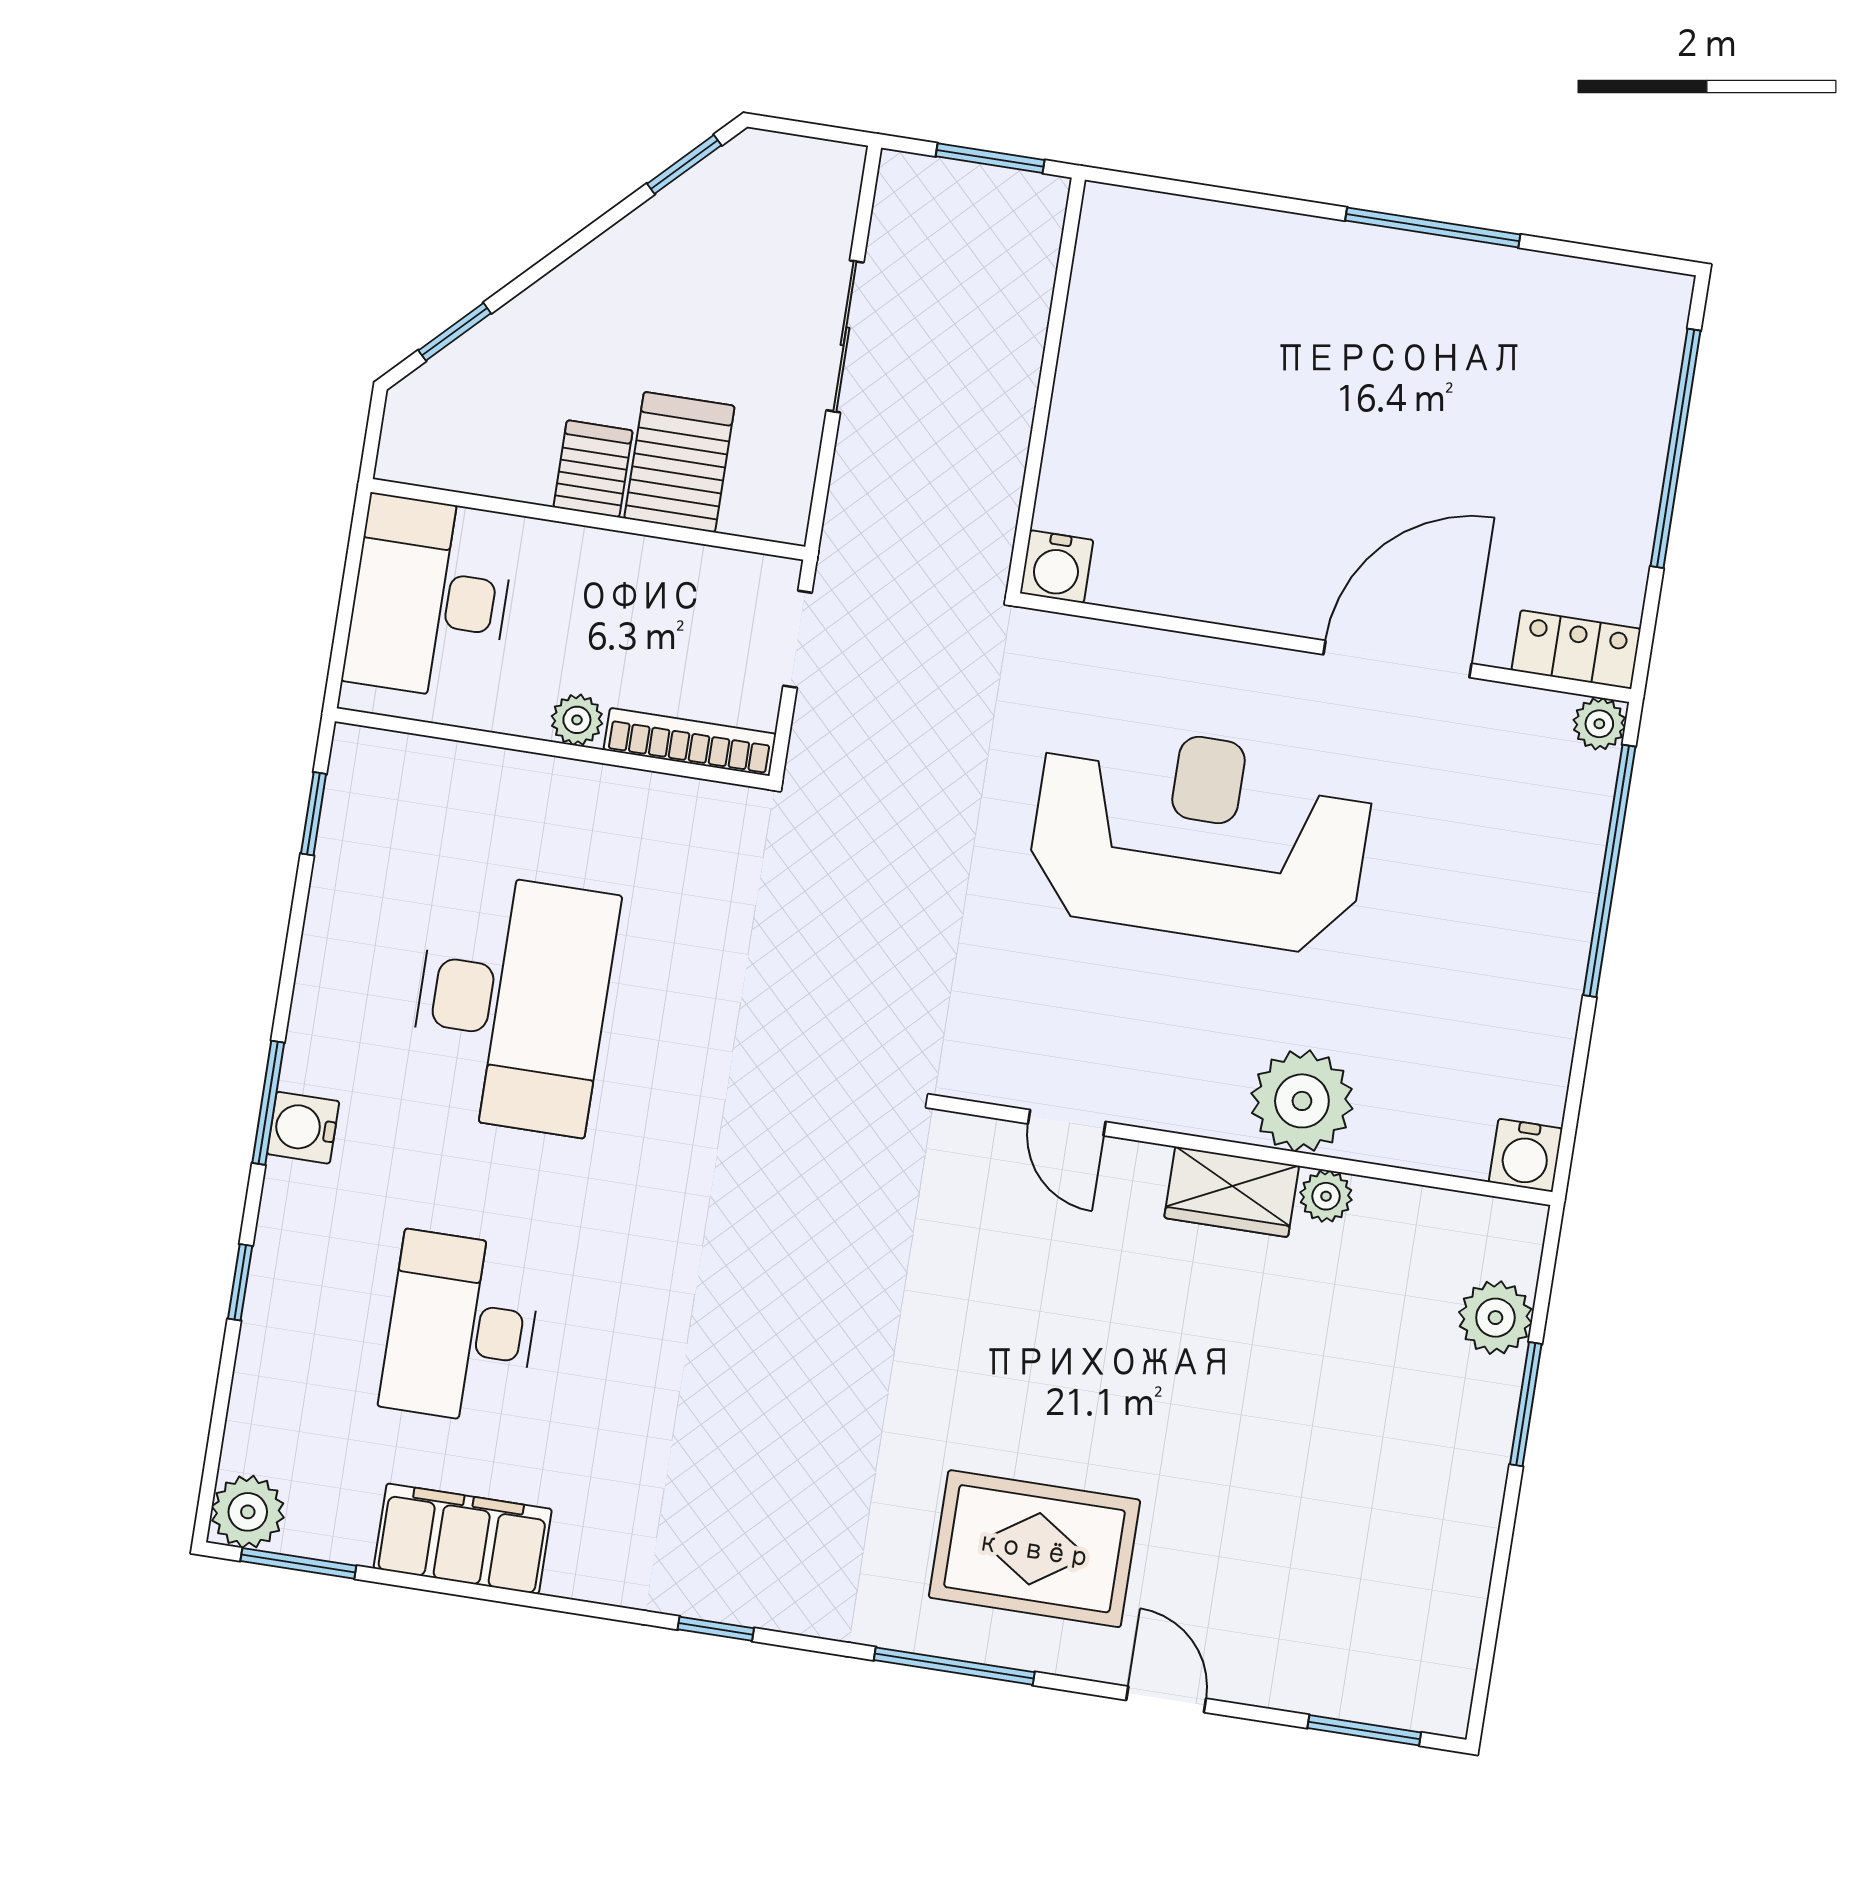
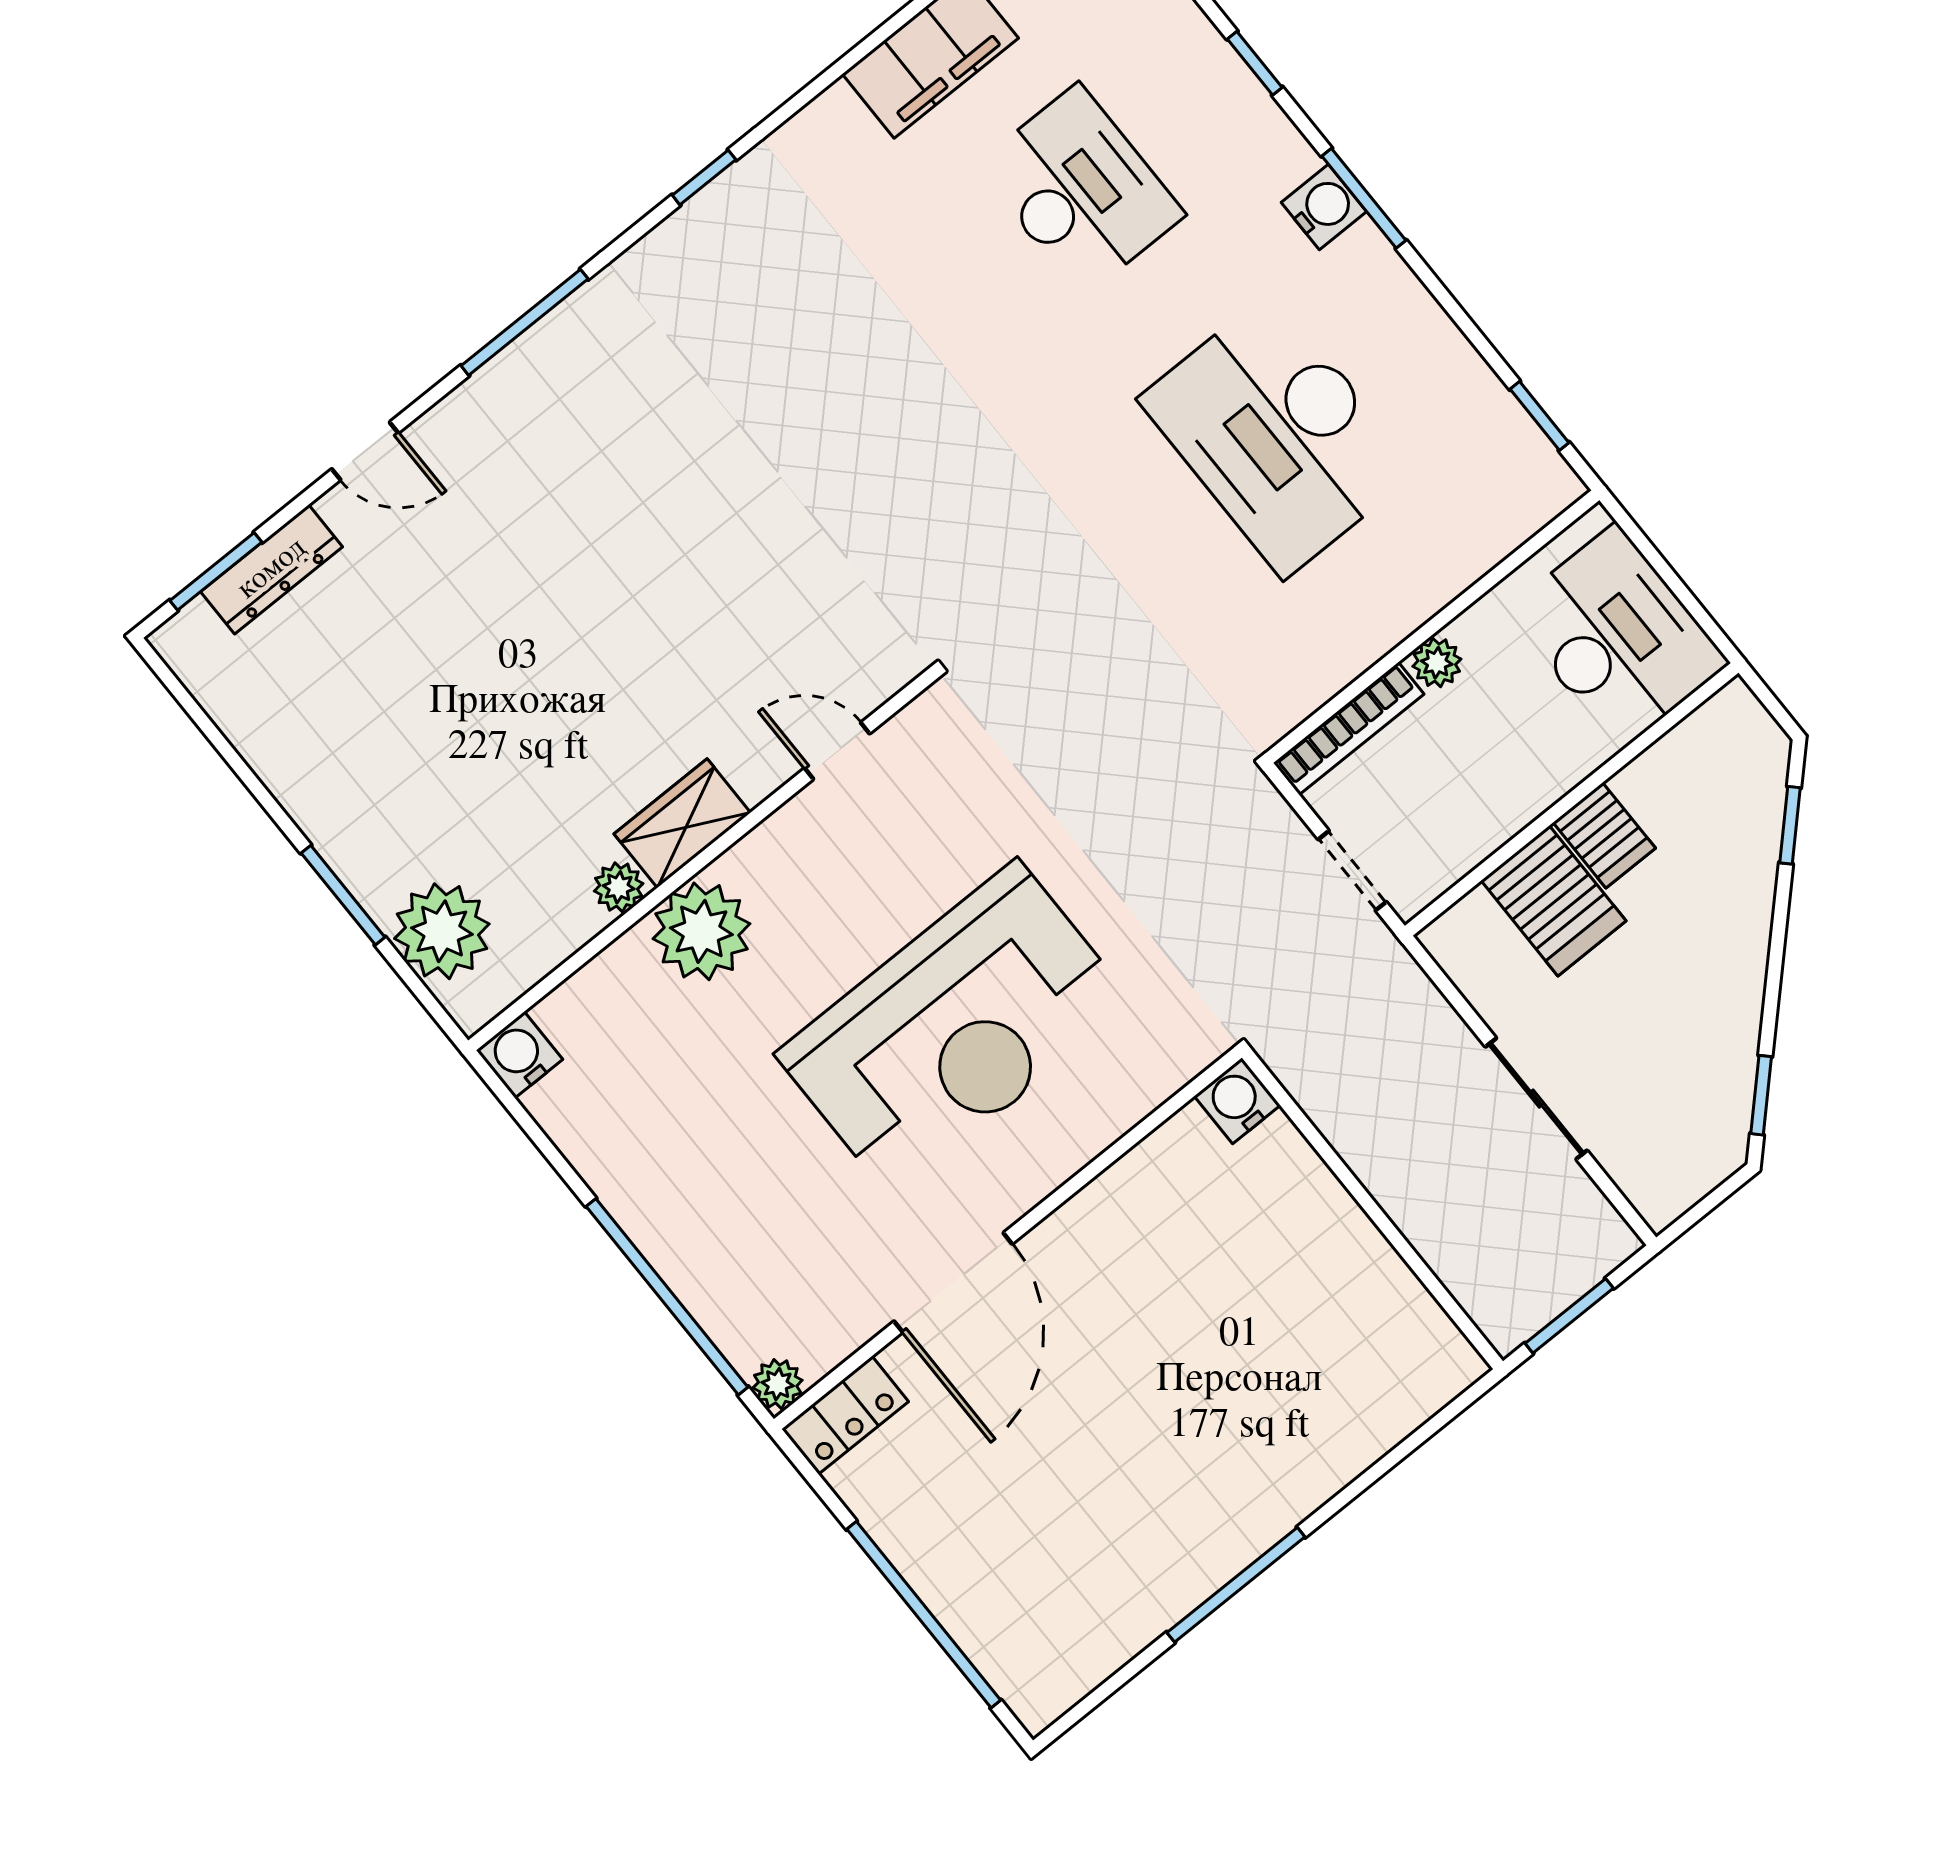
plant: (1495, 1318) -> (442, 931), width x1.36, depth x1.36
rug: (1034, 1549) -> (556, 455), removed
dresser: (1323, 1689) -> (272, 569), added

